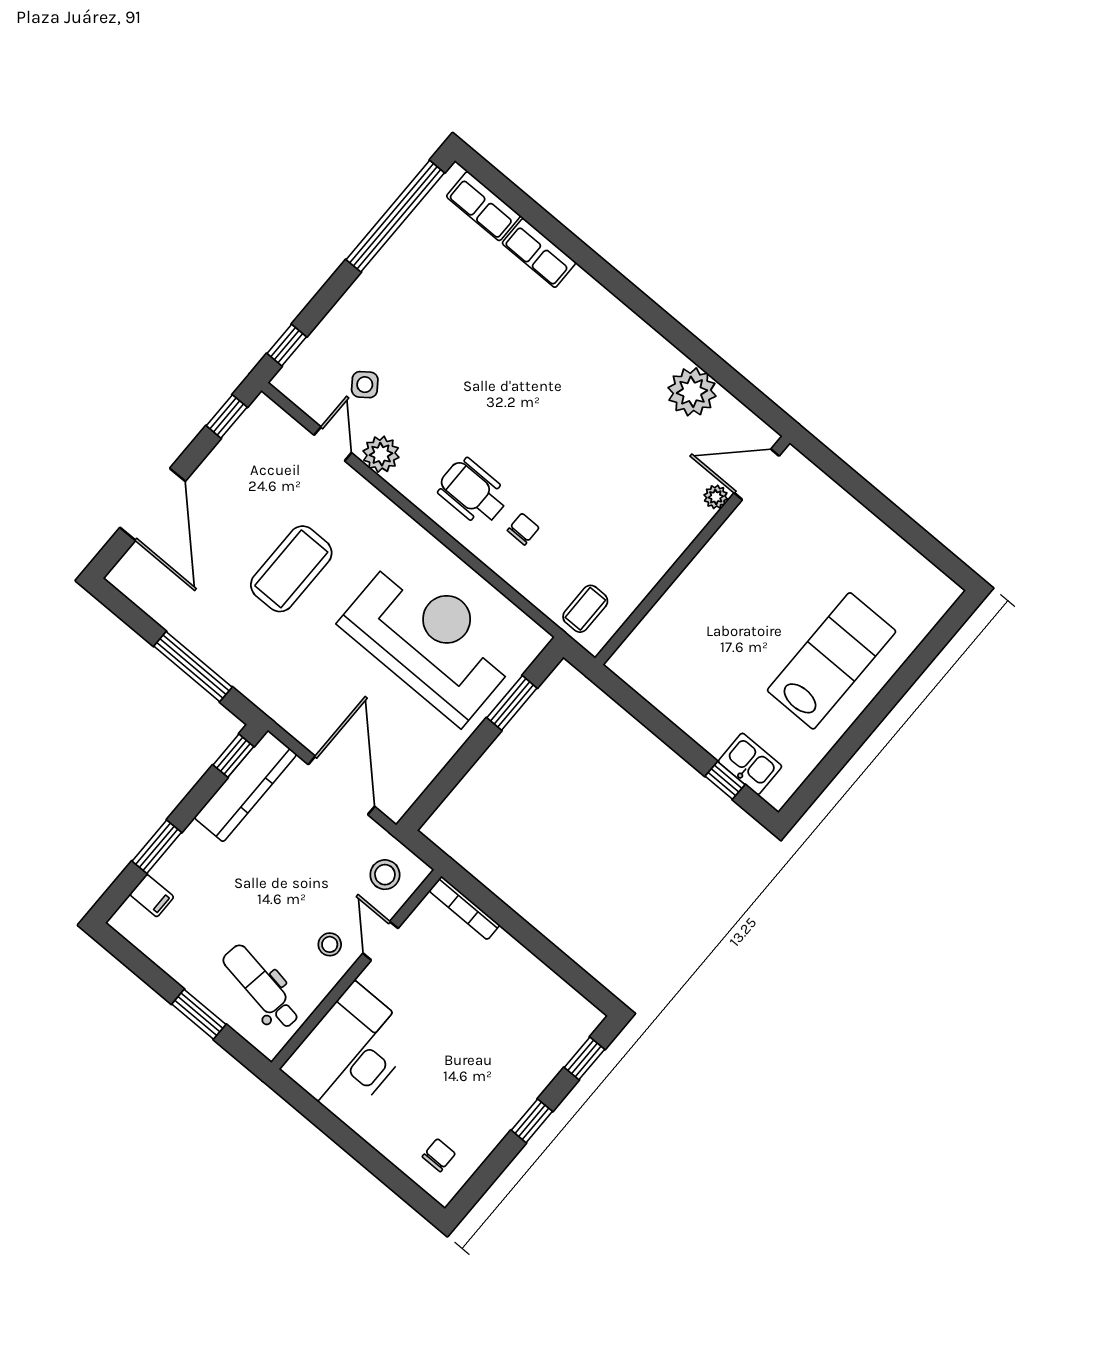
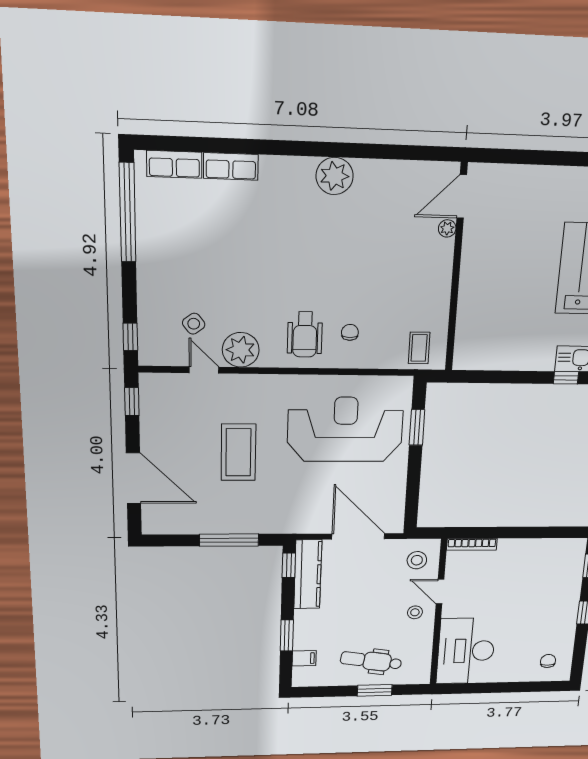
plant: (692, 392) -> (335, 176), moved
plant: (381, 454) -> (241, 350), width x1.36, depth x1.36
wheelchair: (473, 492) -> (305, 334), turned -90
dental chair: (261, 987) -> (371, 661), moved

